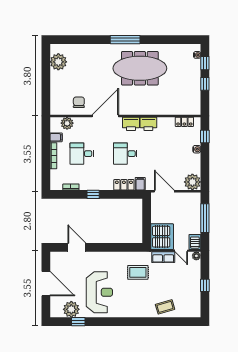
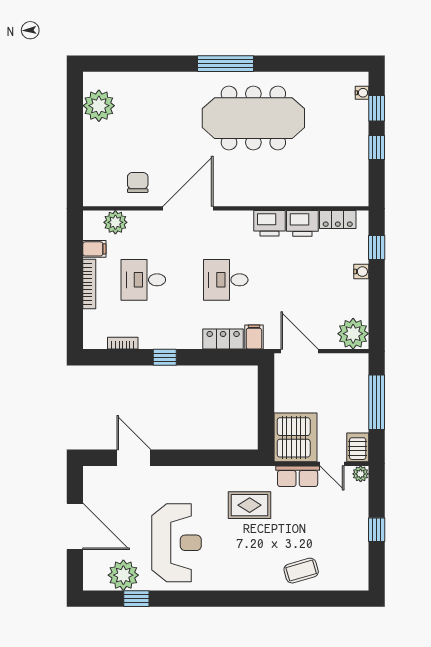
printer: (131, 124) -> (302, 223), moved

